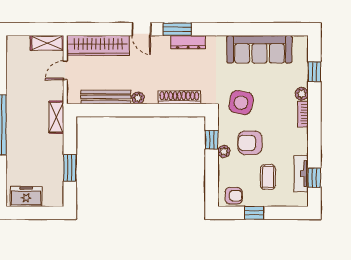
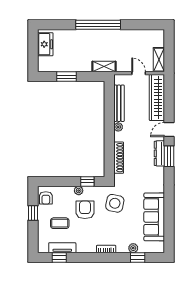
dresser: (188, 42) -> (159, 153), moved
plant: (302, 94) -> (133, 248), moved

